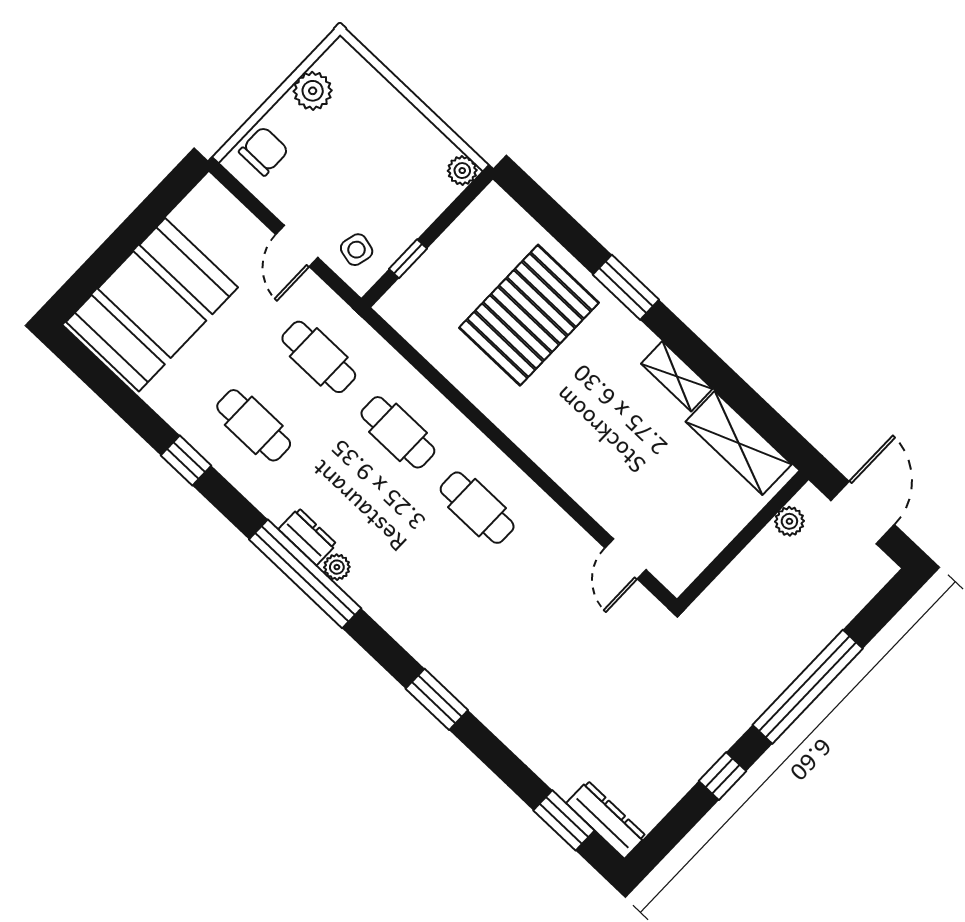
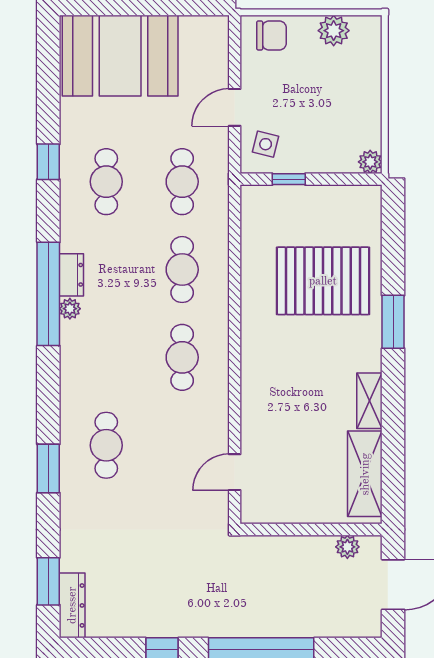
cafe table: (491, 651) -> (106, 445), added
window: (437, 699) -> (48, 468), moved

